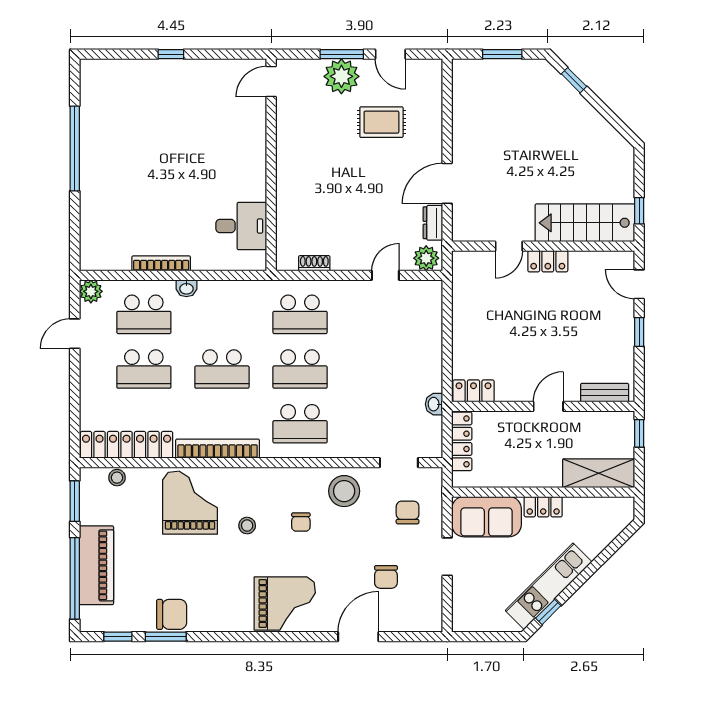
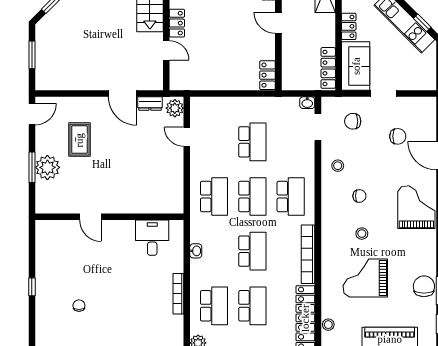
door: (390, 54) -> (32, 114), moved
door: (271, 82) -> (90, 217), moved
chair: (144, 121) -> (79, 306), added
shoe rack: (314, 263) -> (178, 187), removed
washbasin: (186, 288) -> (196, 251), moved
school desk: (378, 369) -> (252, 142), added
washbasin: (434, 404) -> (307, 103), moved
locker: (462, 441) -> (328, 68), moved, turned -90
stool: (344, 491) -> (338, 166), width x0.53, depth x0.53
grand piano: (190, 503) -> (365, 278), moved

